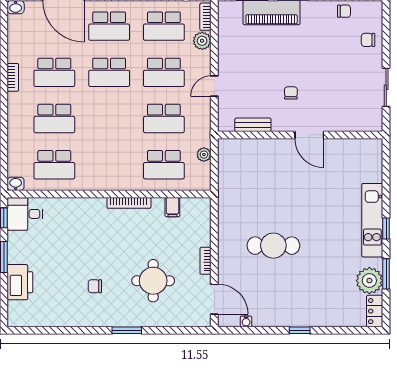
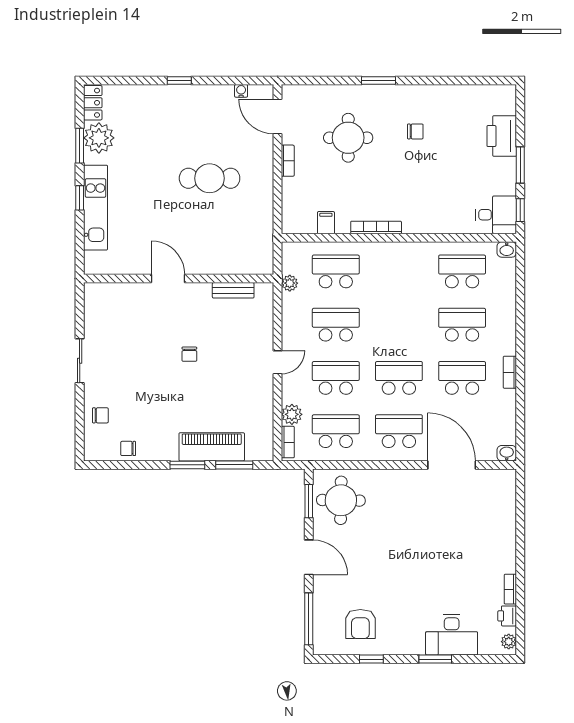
bench: (253, 125) -> (233, 290), moved
wall: (300, 135) -> (179, 279), moved
door: (309, 135) -> (168, 279), moved

